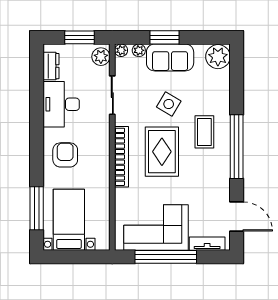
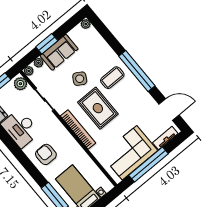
plant: (218, 57) -> (86, 24), width x0.53, depth x0.53
coffee table: (204, 132) -> (112, 78), turned 90

